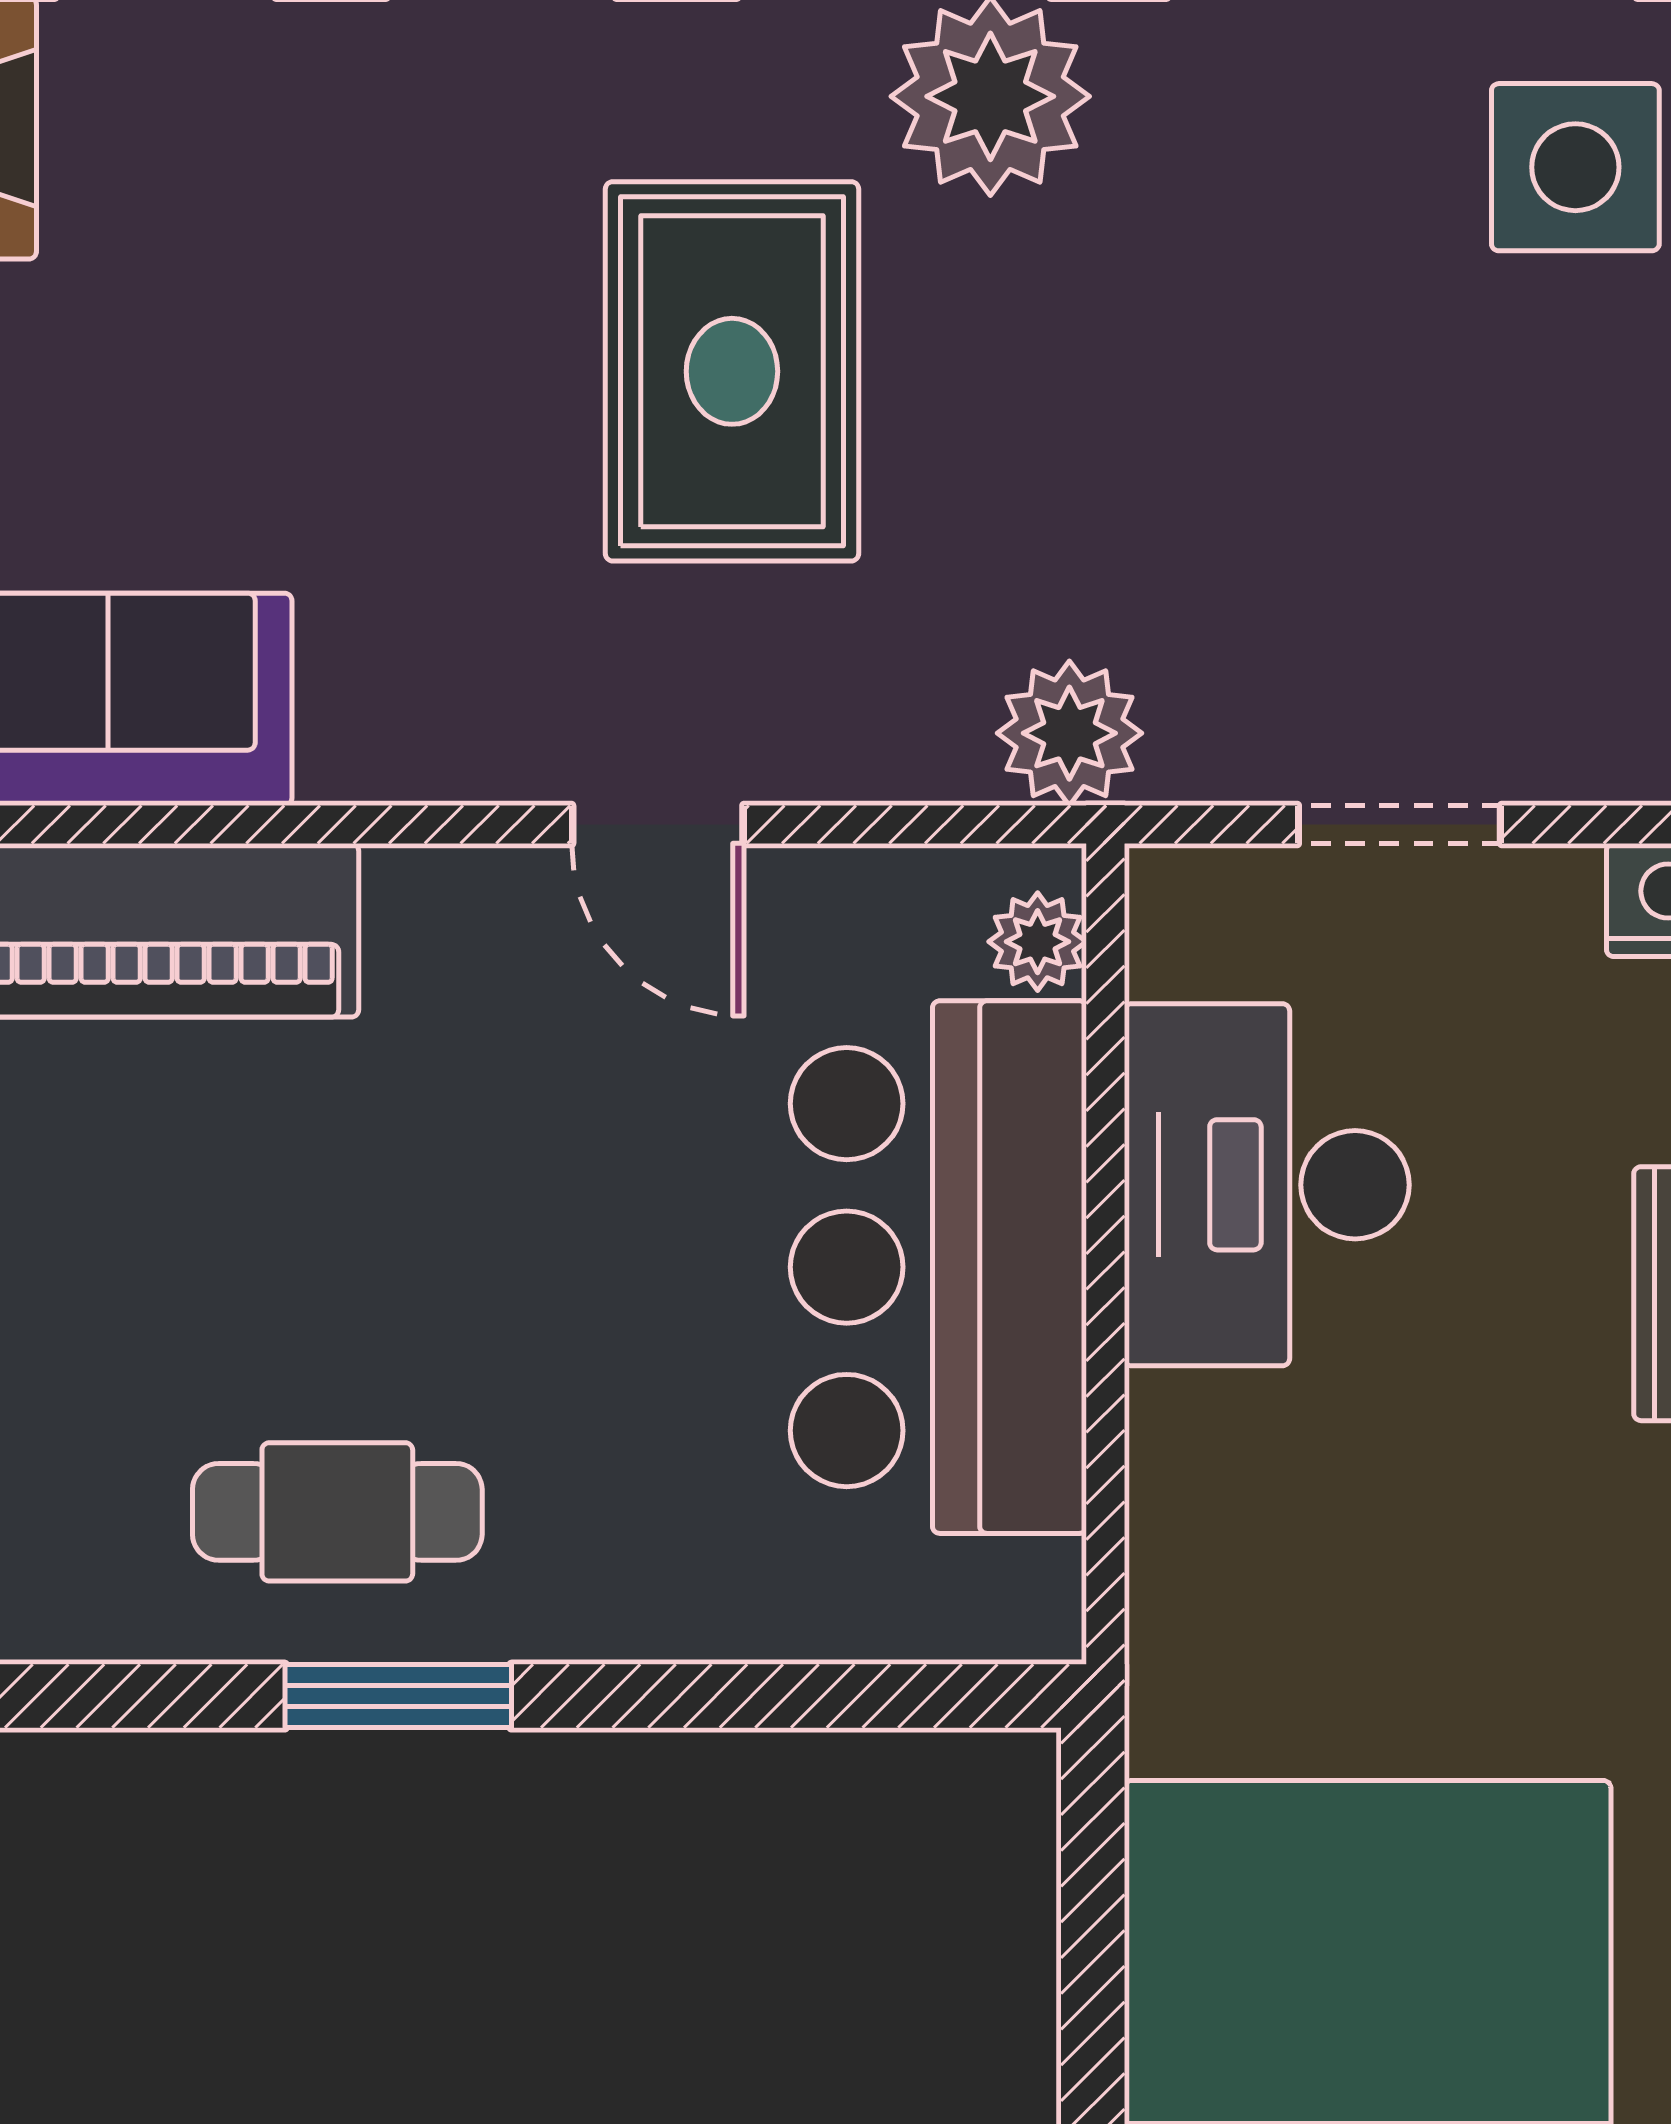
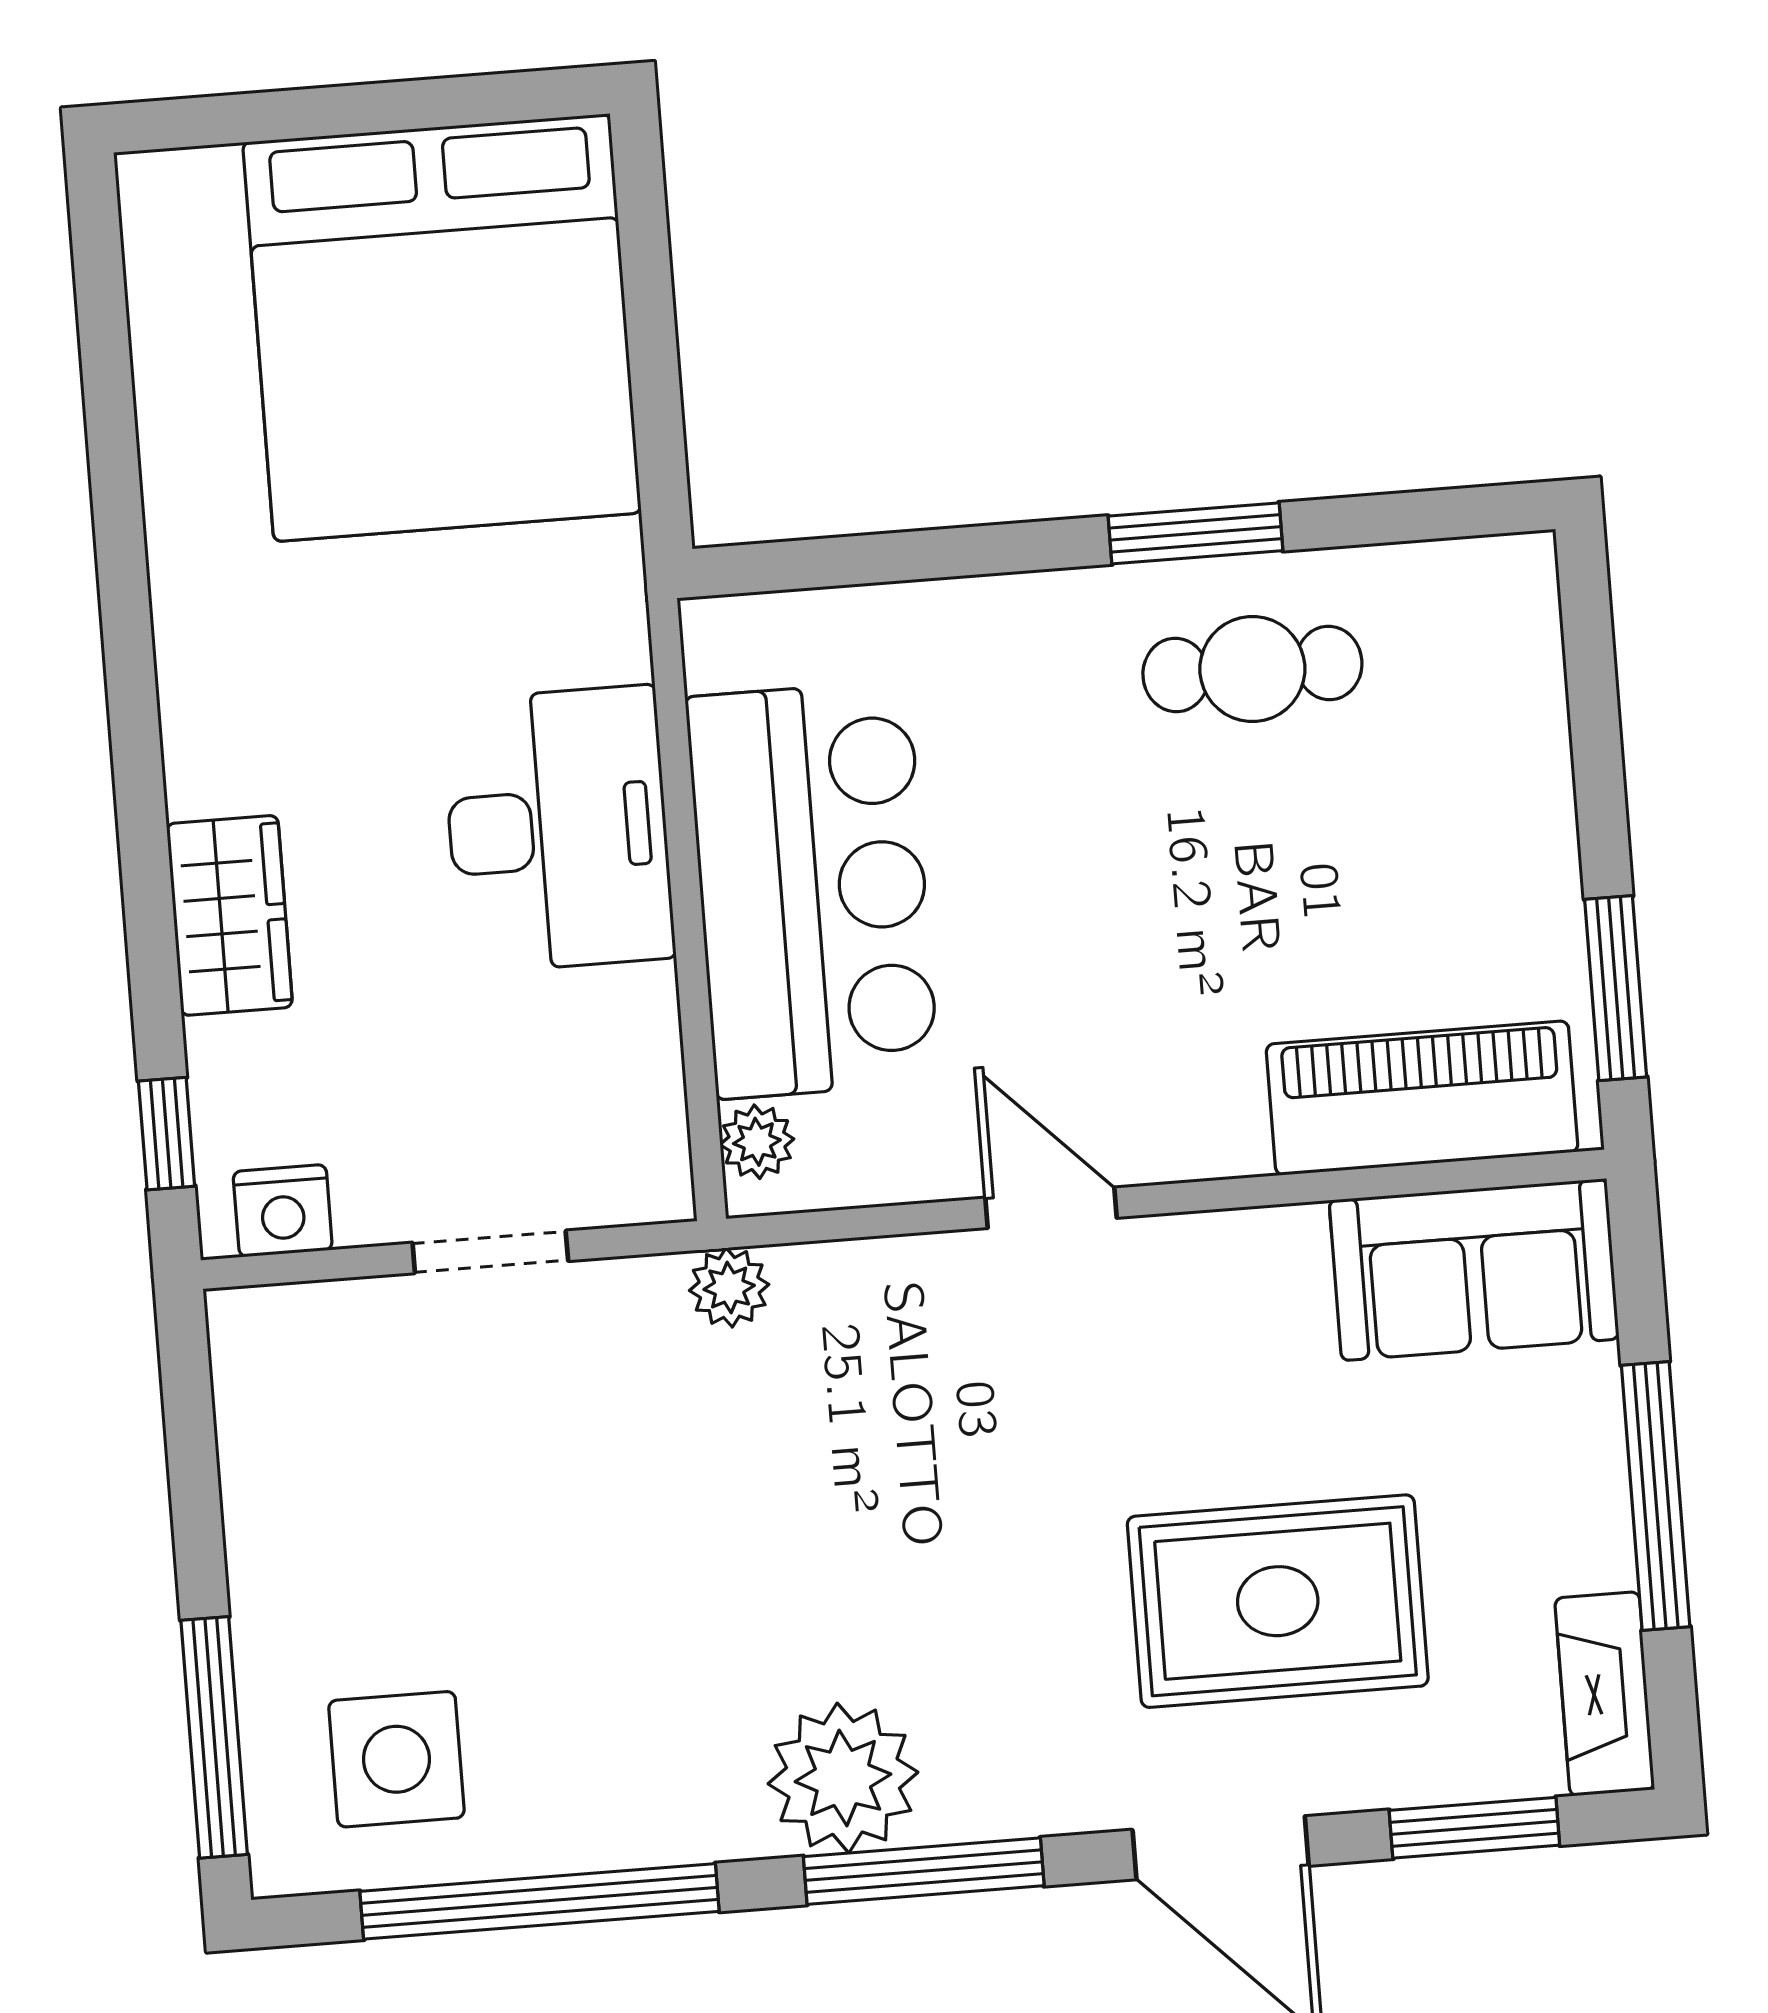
rug: (732, 371) -> (1278, 1601), moved, turned 90
plant: (1069, 733) -> (729, 1287), width x0.73, depth x0.73
desk: (1267, 1185) -> (558, 829), moved

